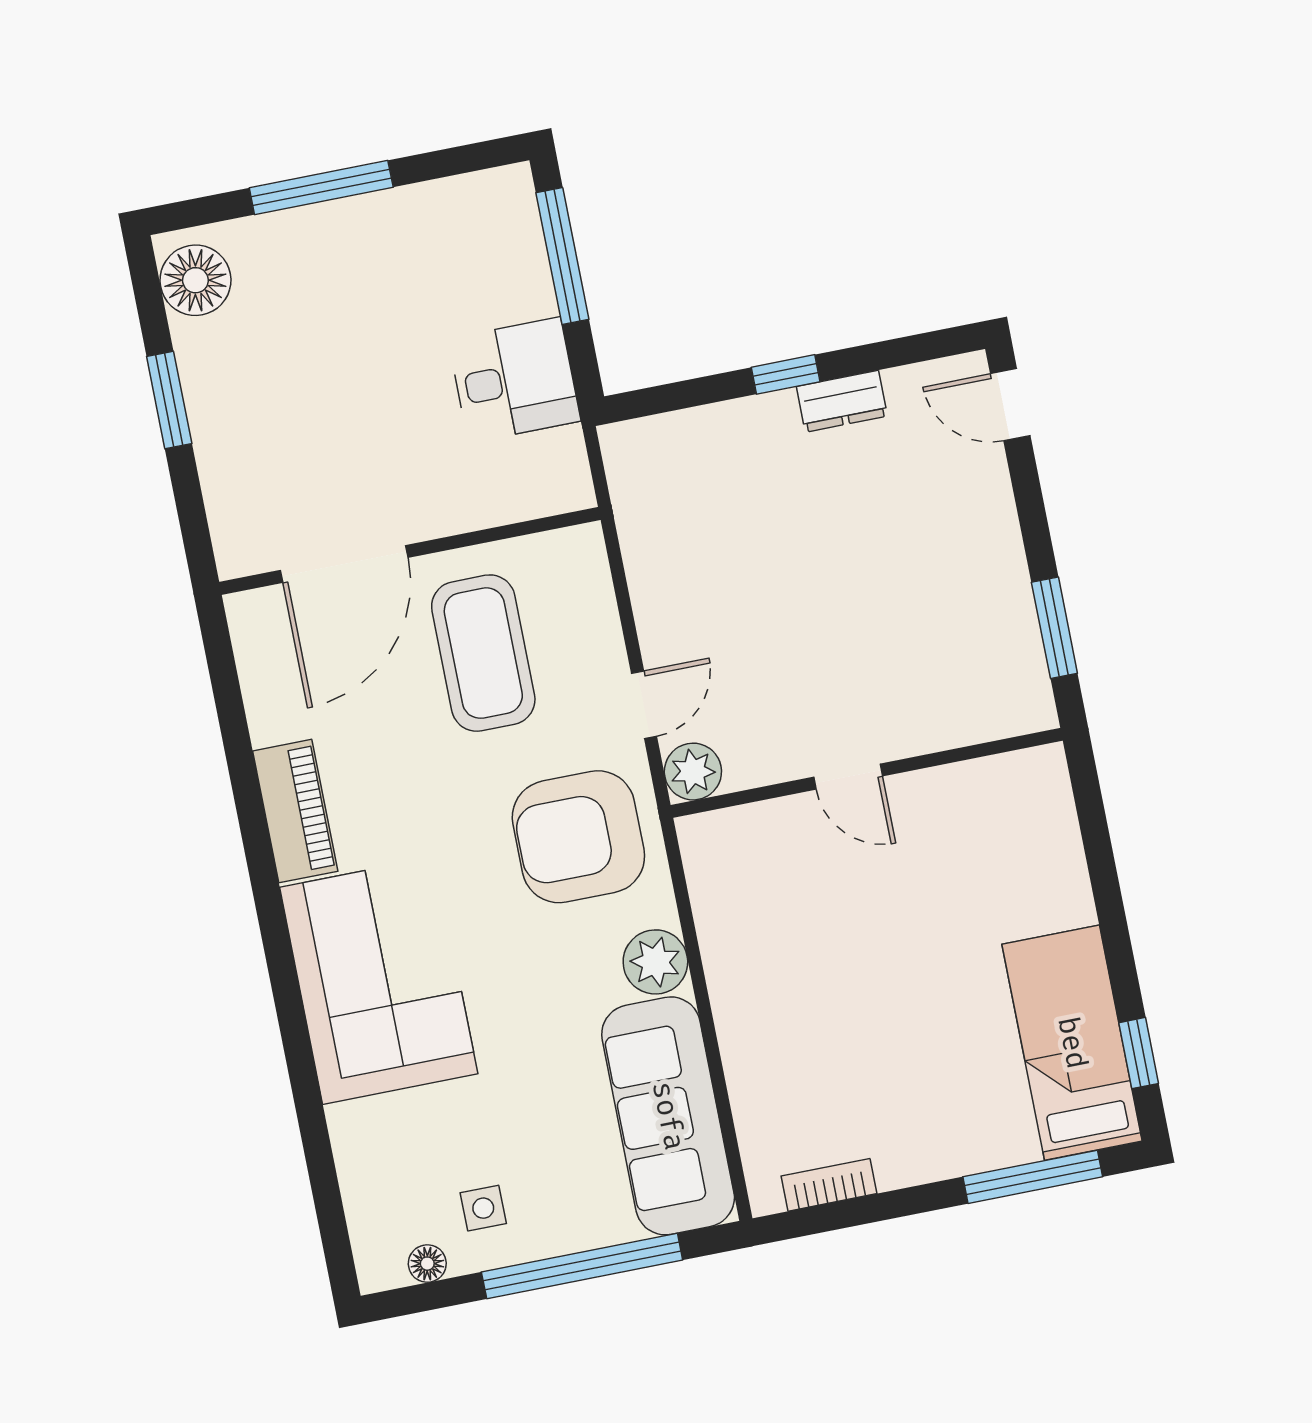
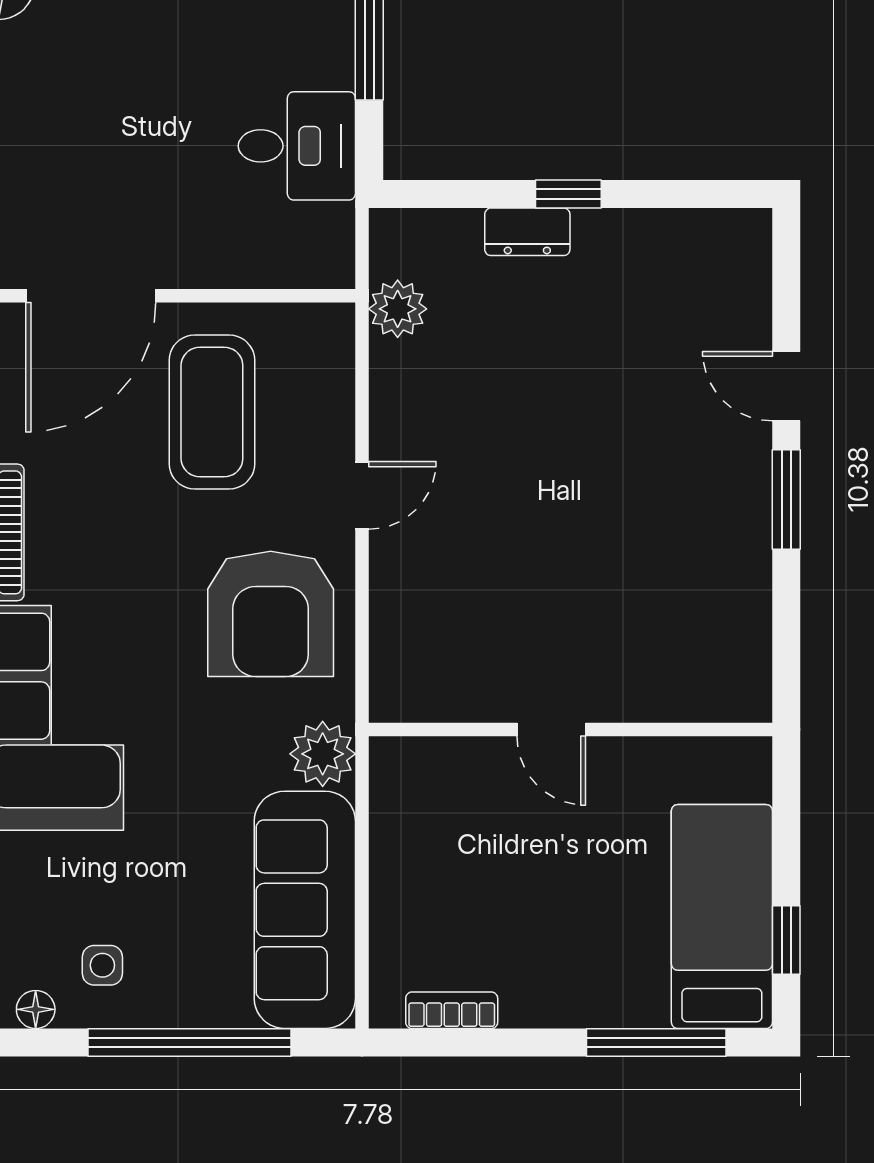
dresser: (842, 401) -> (527, 232), moved
door: (1010, 405) -> (786, 386), moved
plant: (693, 772) -> (398, 309), moved
wall: (867, 773) -> (570, 729), moved
door: (848, 777) -> (551, 729), moved
armchair: (578, 837) -> (271, 614), turned -90

